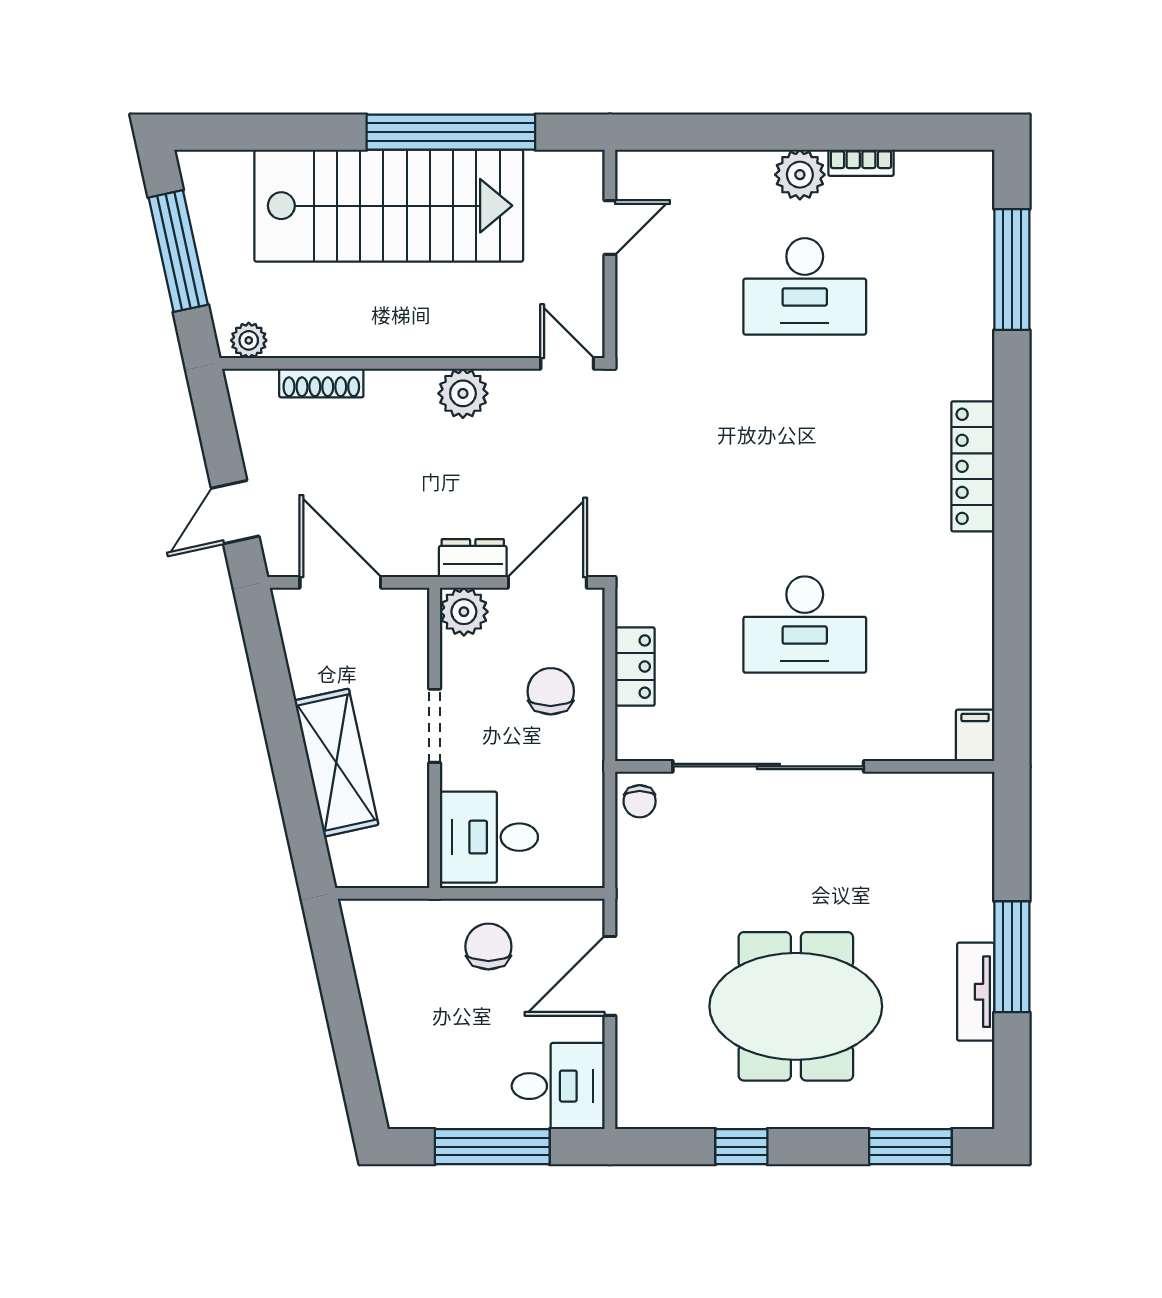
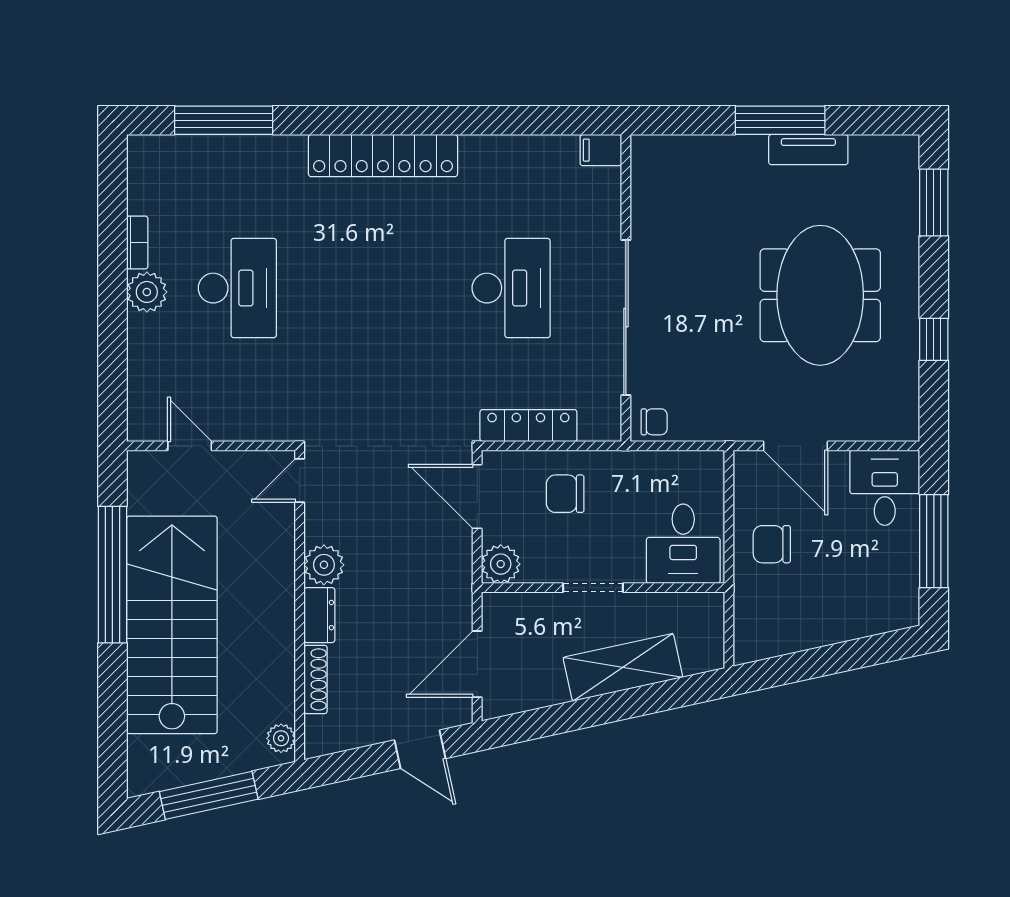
locker: (973, 466) -> (383, 156), width x1.41, depth x1.21
dresser: (473, 558) -> (319, 615), moved, turned 180
locker: (635, 667) -> (528, 426), width x1.53

